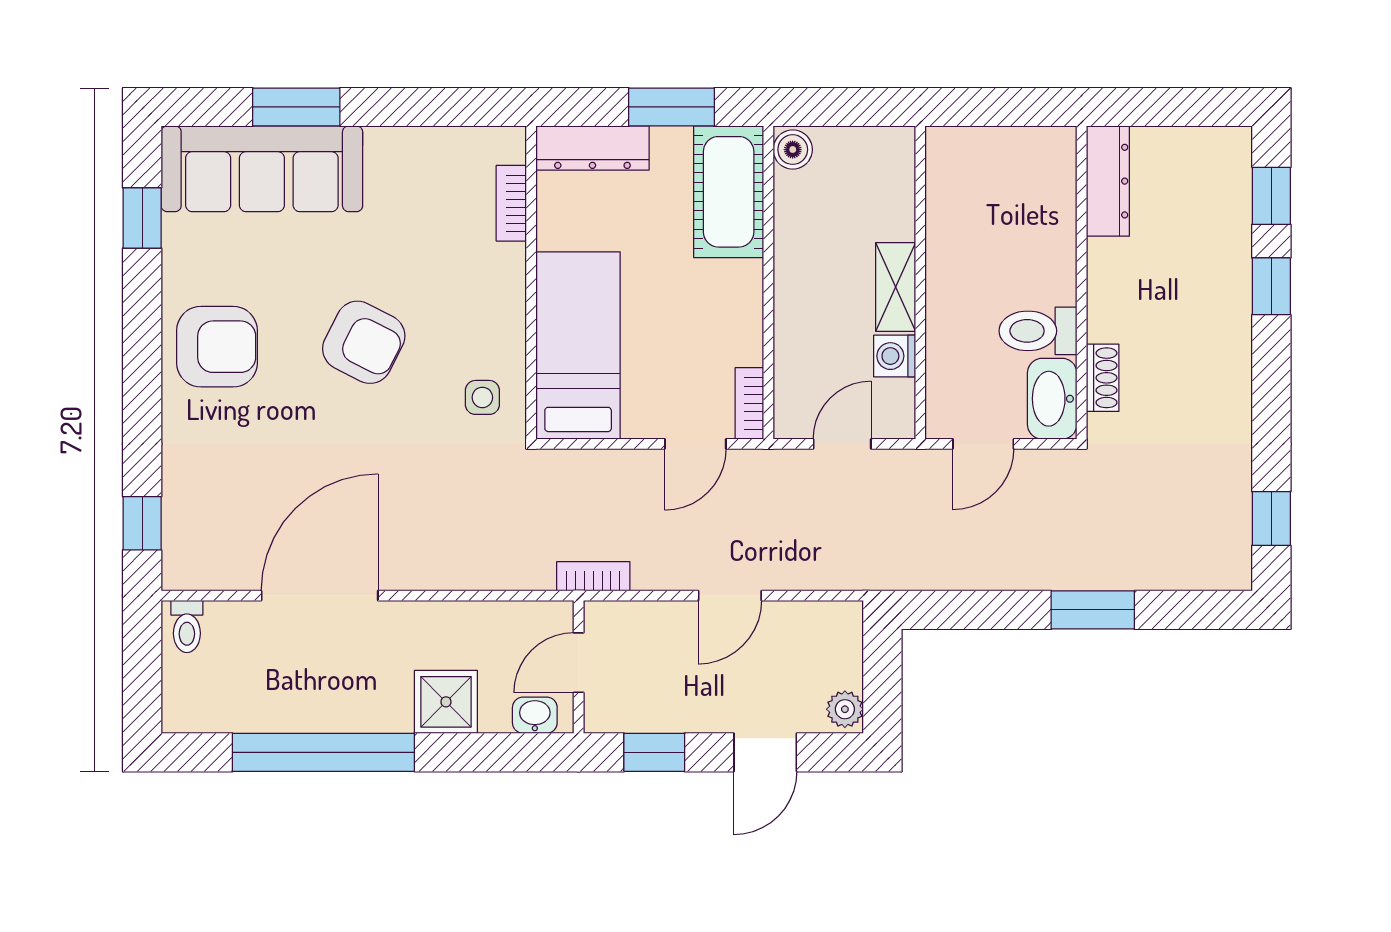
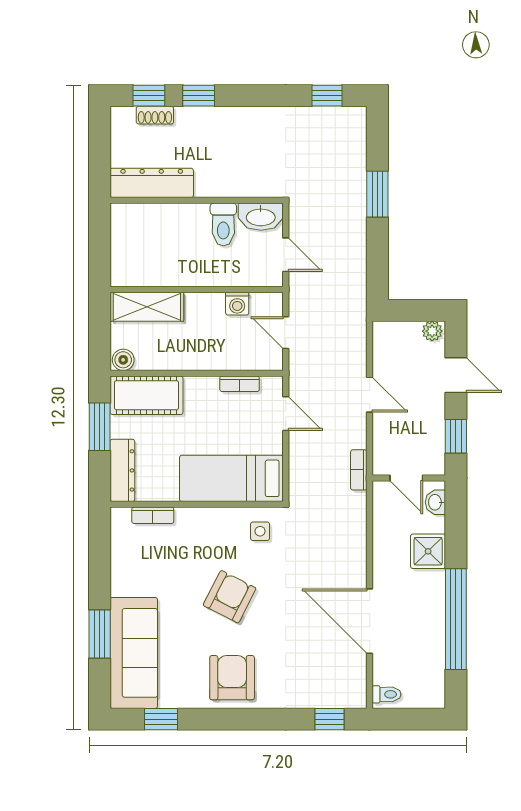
dresser: (1108, 181) -> (152, 183), width x1.37, depth x1.24
shelving: (896, 287) -> (147, 307), moved, width x1.50, depth x1.33
shoe rack: (1103, 378) -> (155, 115), moved, turned 180
bookcase: (749, 403) -> (240, 384), moved

